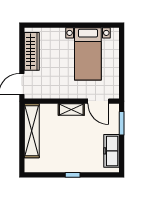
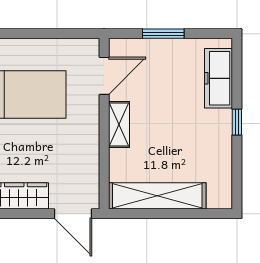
window: (122, 123) -> (163, 34), moved
freezer: (112, 151) -> (218, 78), moved, turned 90

